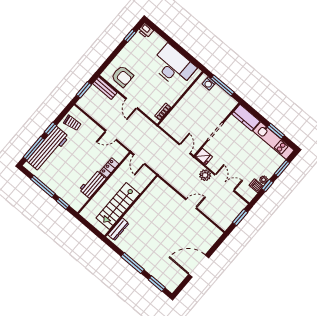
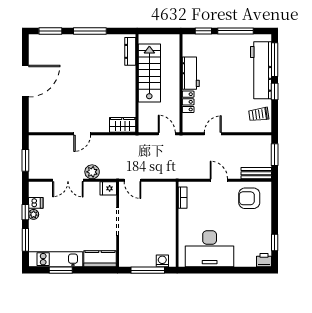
wardrobe: (162, 188) -> (123, 125), added

